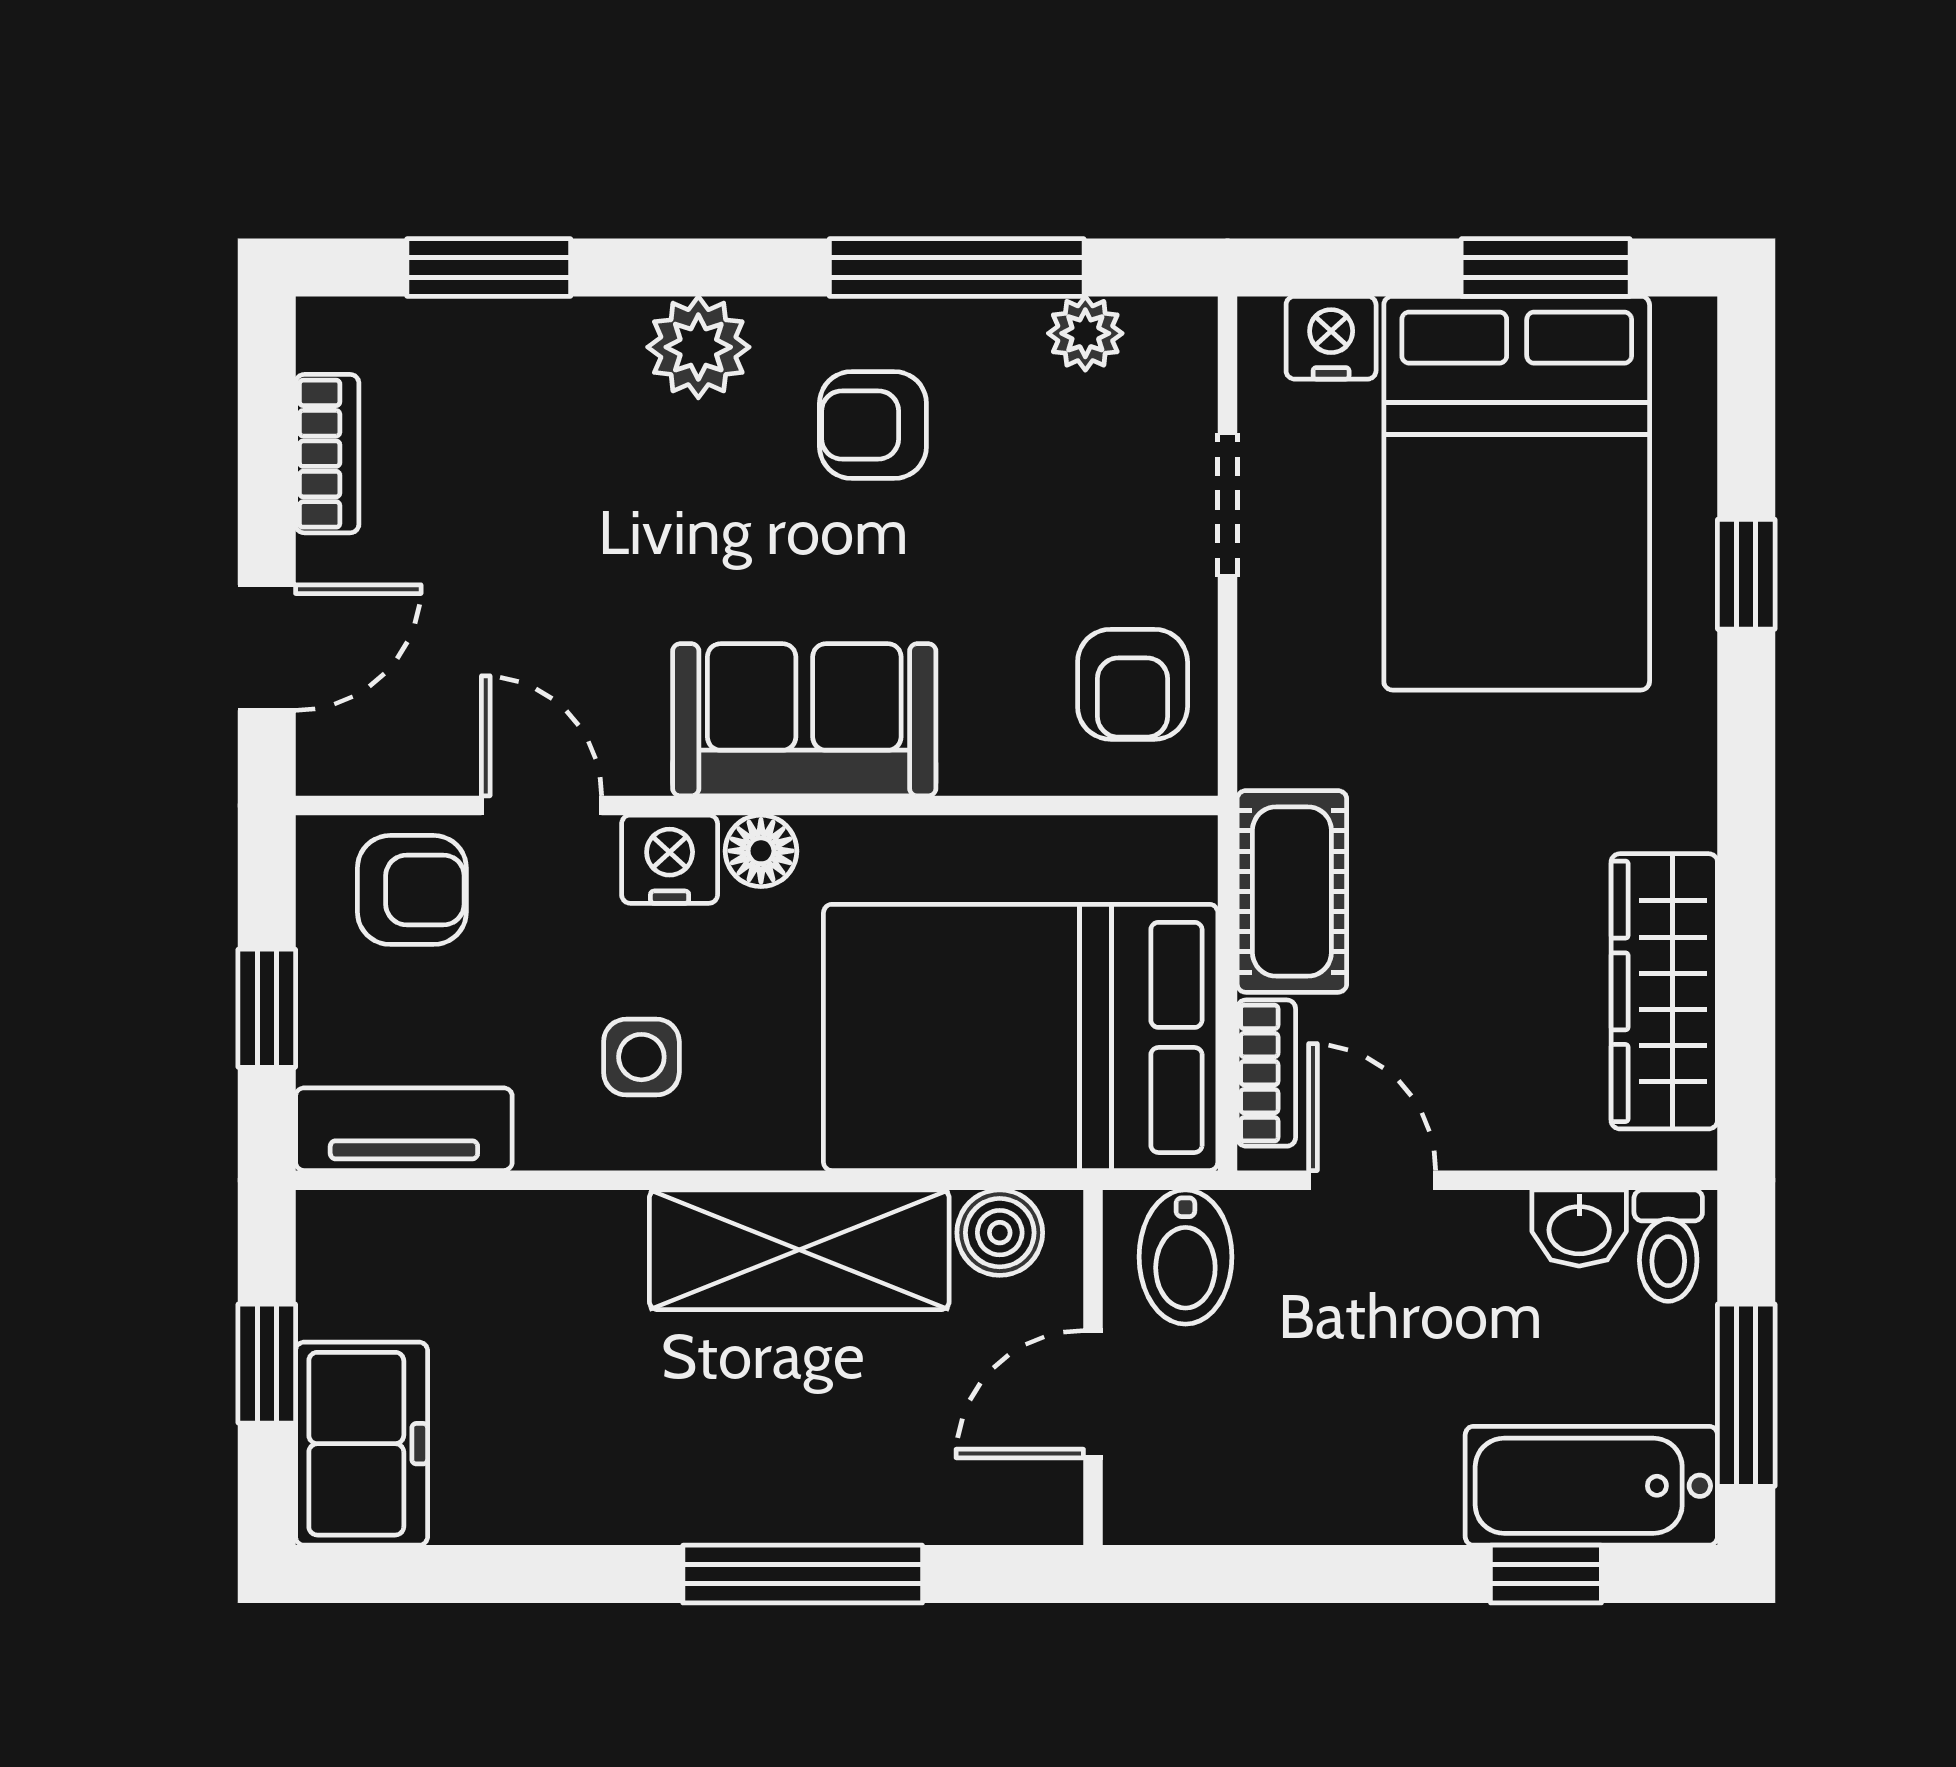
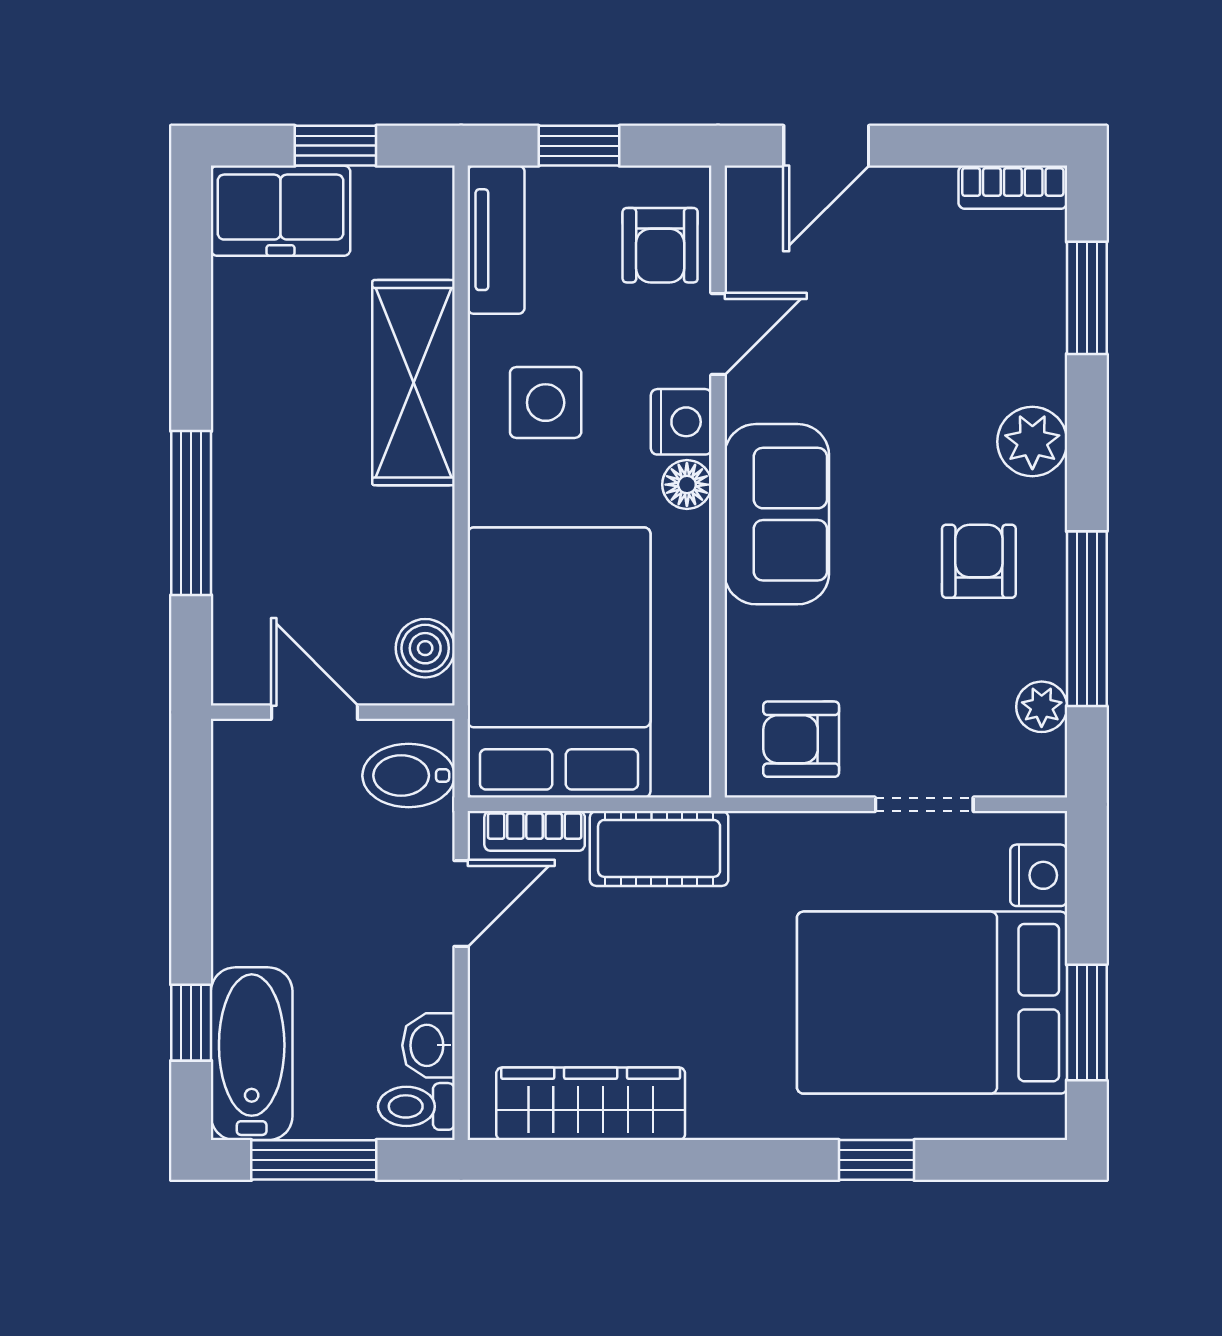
bookcase: (327, 454) -> (1013, 187), moved
door: (267, 648) -> (826, 146), hinge flipped
side table: (641, 1057) -> (546, 403), width x1.37, depth x1.37
shelving: (799, 1250) -> (413, 383), moved

